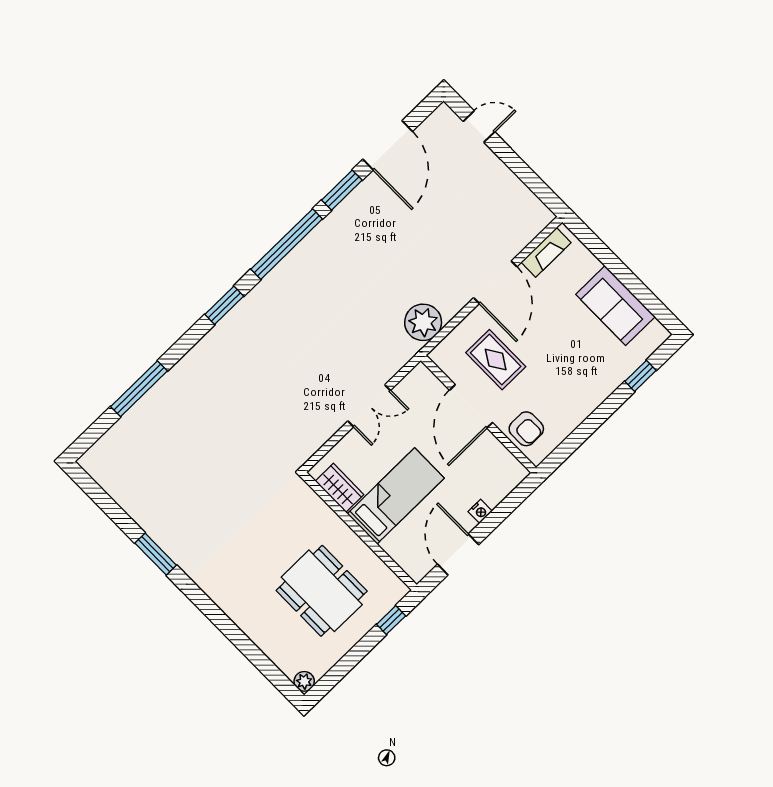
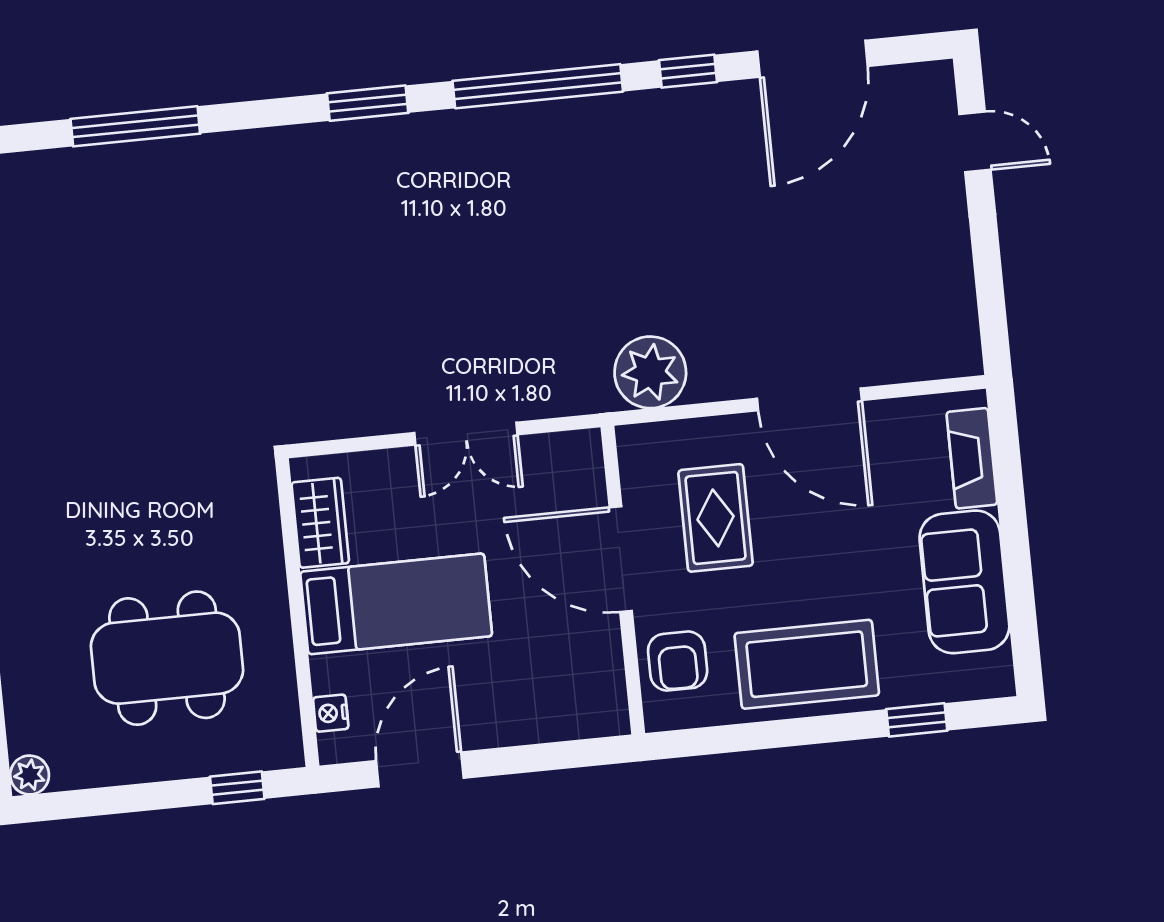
window: (342, 190) -> (688, 71), width x0.67
fireplace: (546, 252) -> (972, 458), moved, turned 90
door: (495, 282) -> (809, 399), hinge flipped
coffee table: (579, 389) -> (807, 664), added
door: (471, 406) -> (621, 559), hinge flipped
nightstand: (480, 511) -> (331, 713), moved, turned 90
dining table: (322, 591) -> (167, 658), turned 90

